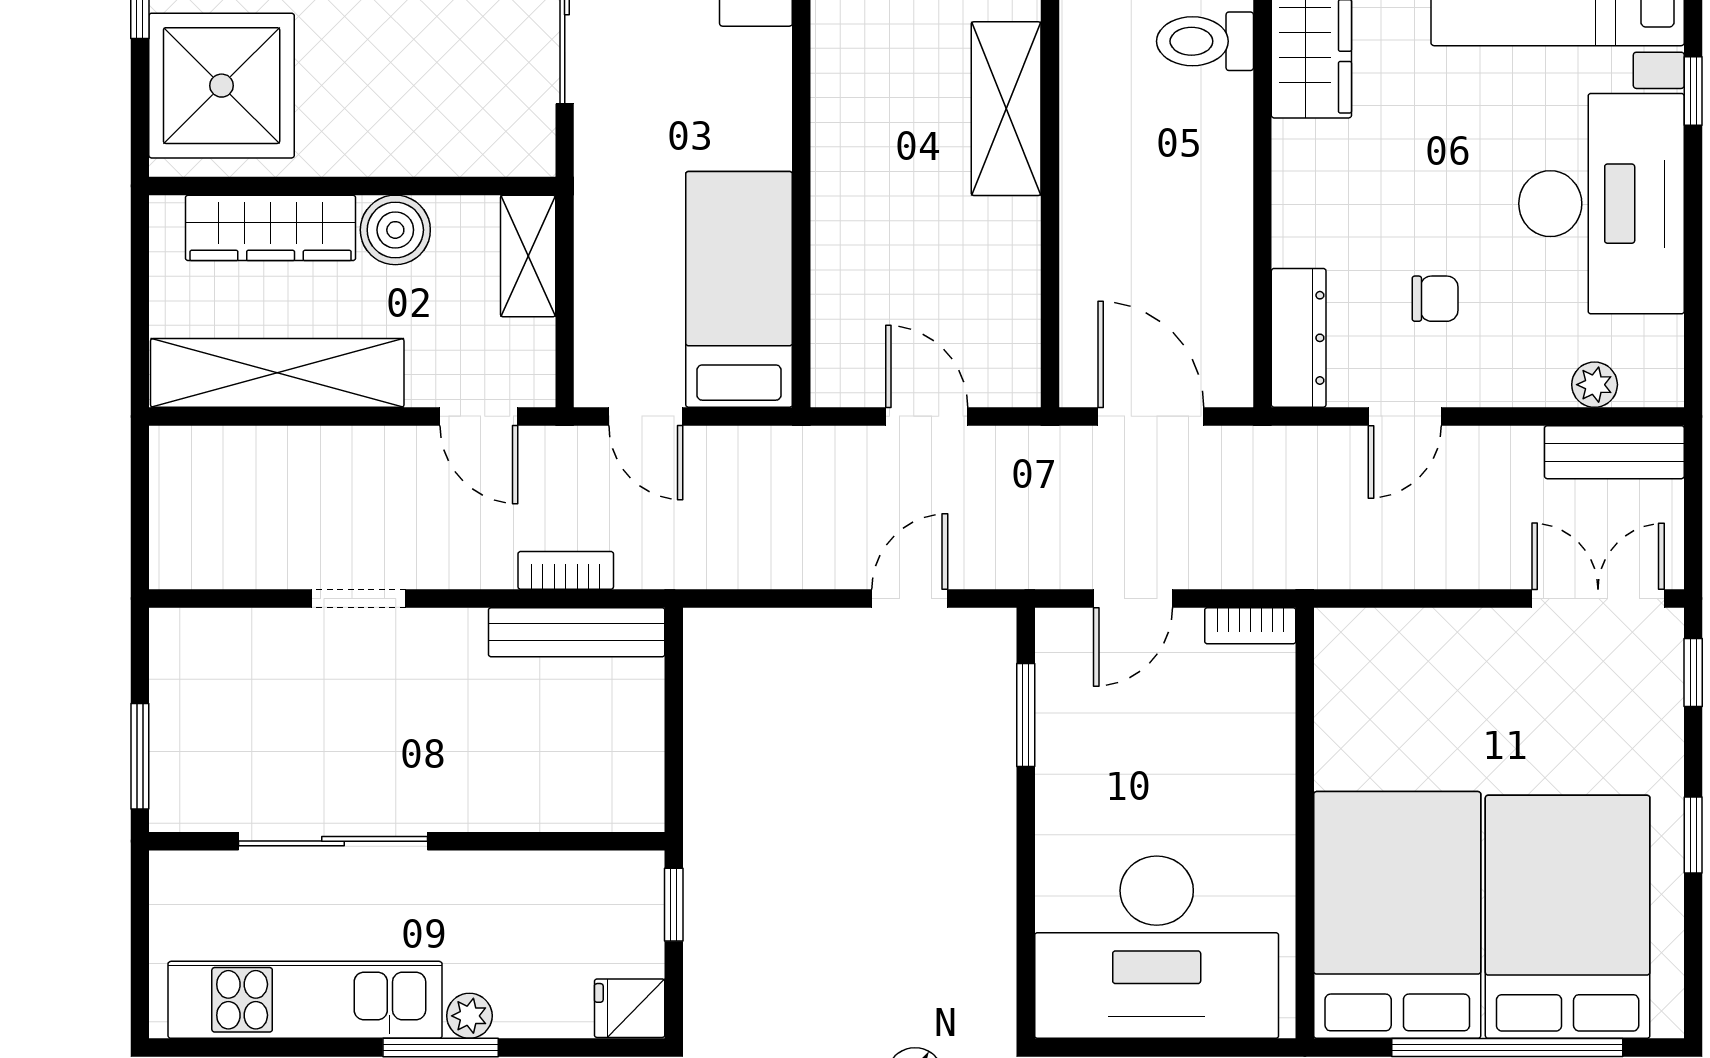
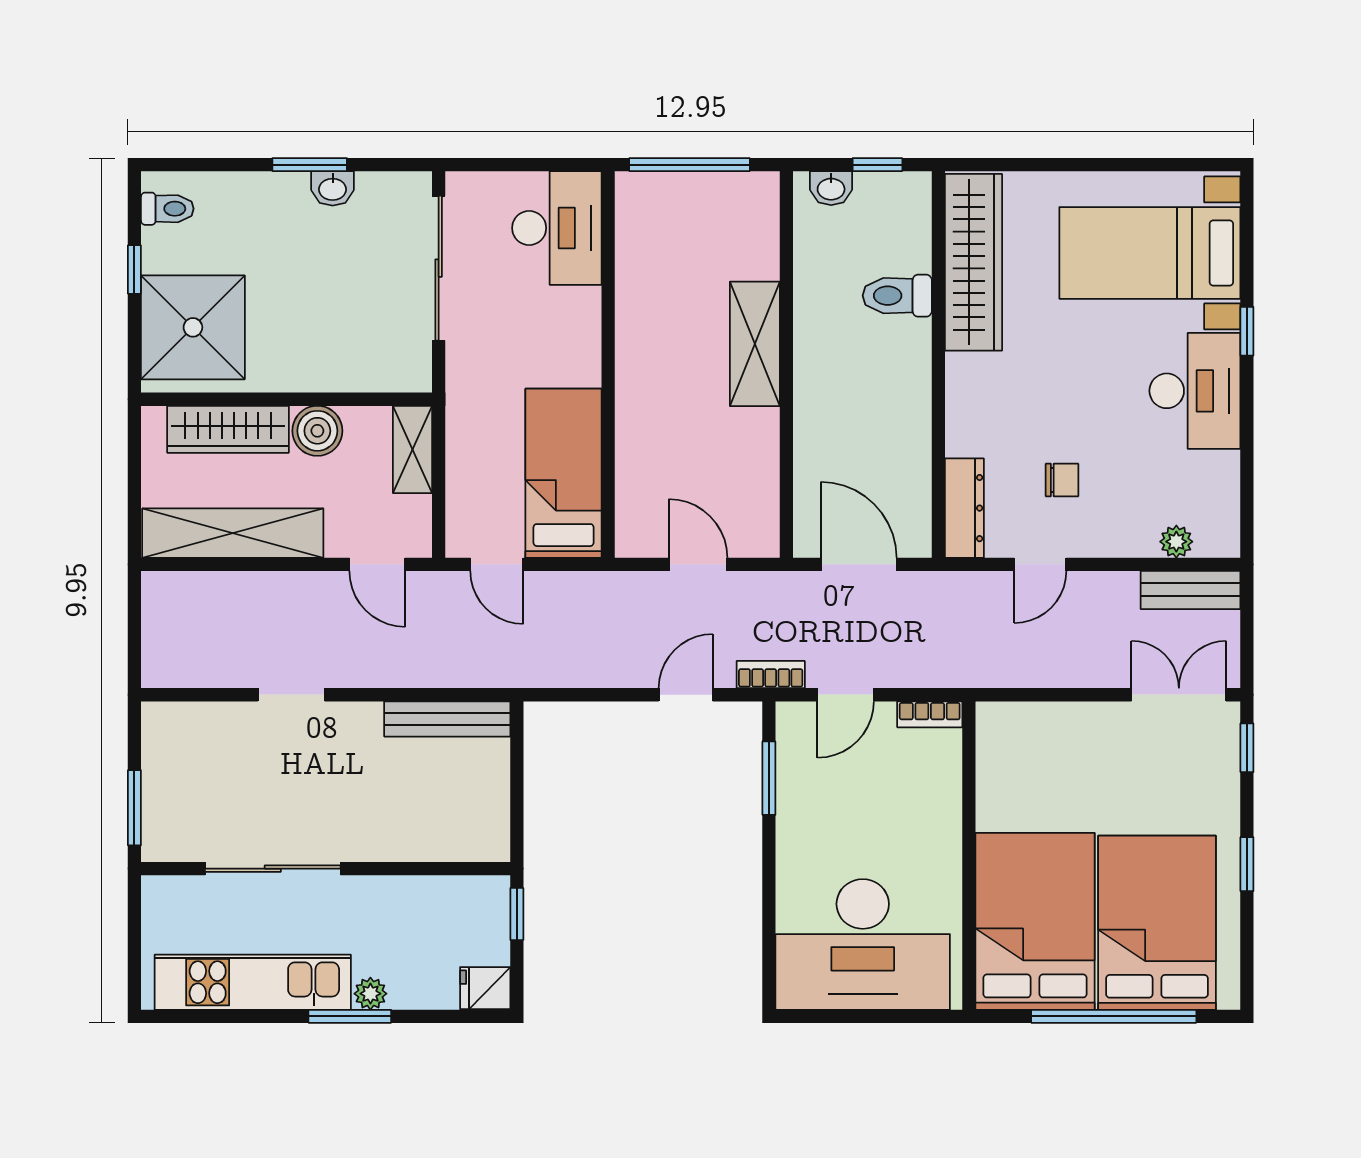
desk: (1601, 204) -> (1195, 391), width x0.73, depth x0.77
bookcase: (566, 570) -> (771, 675), moved

